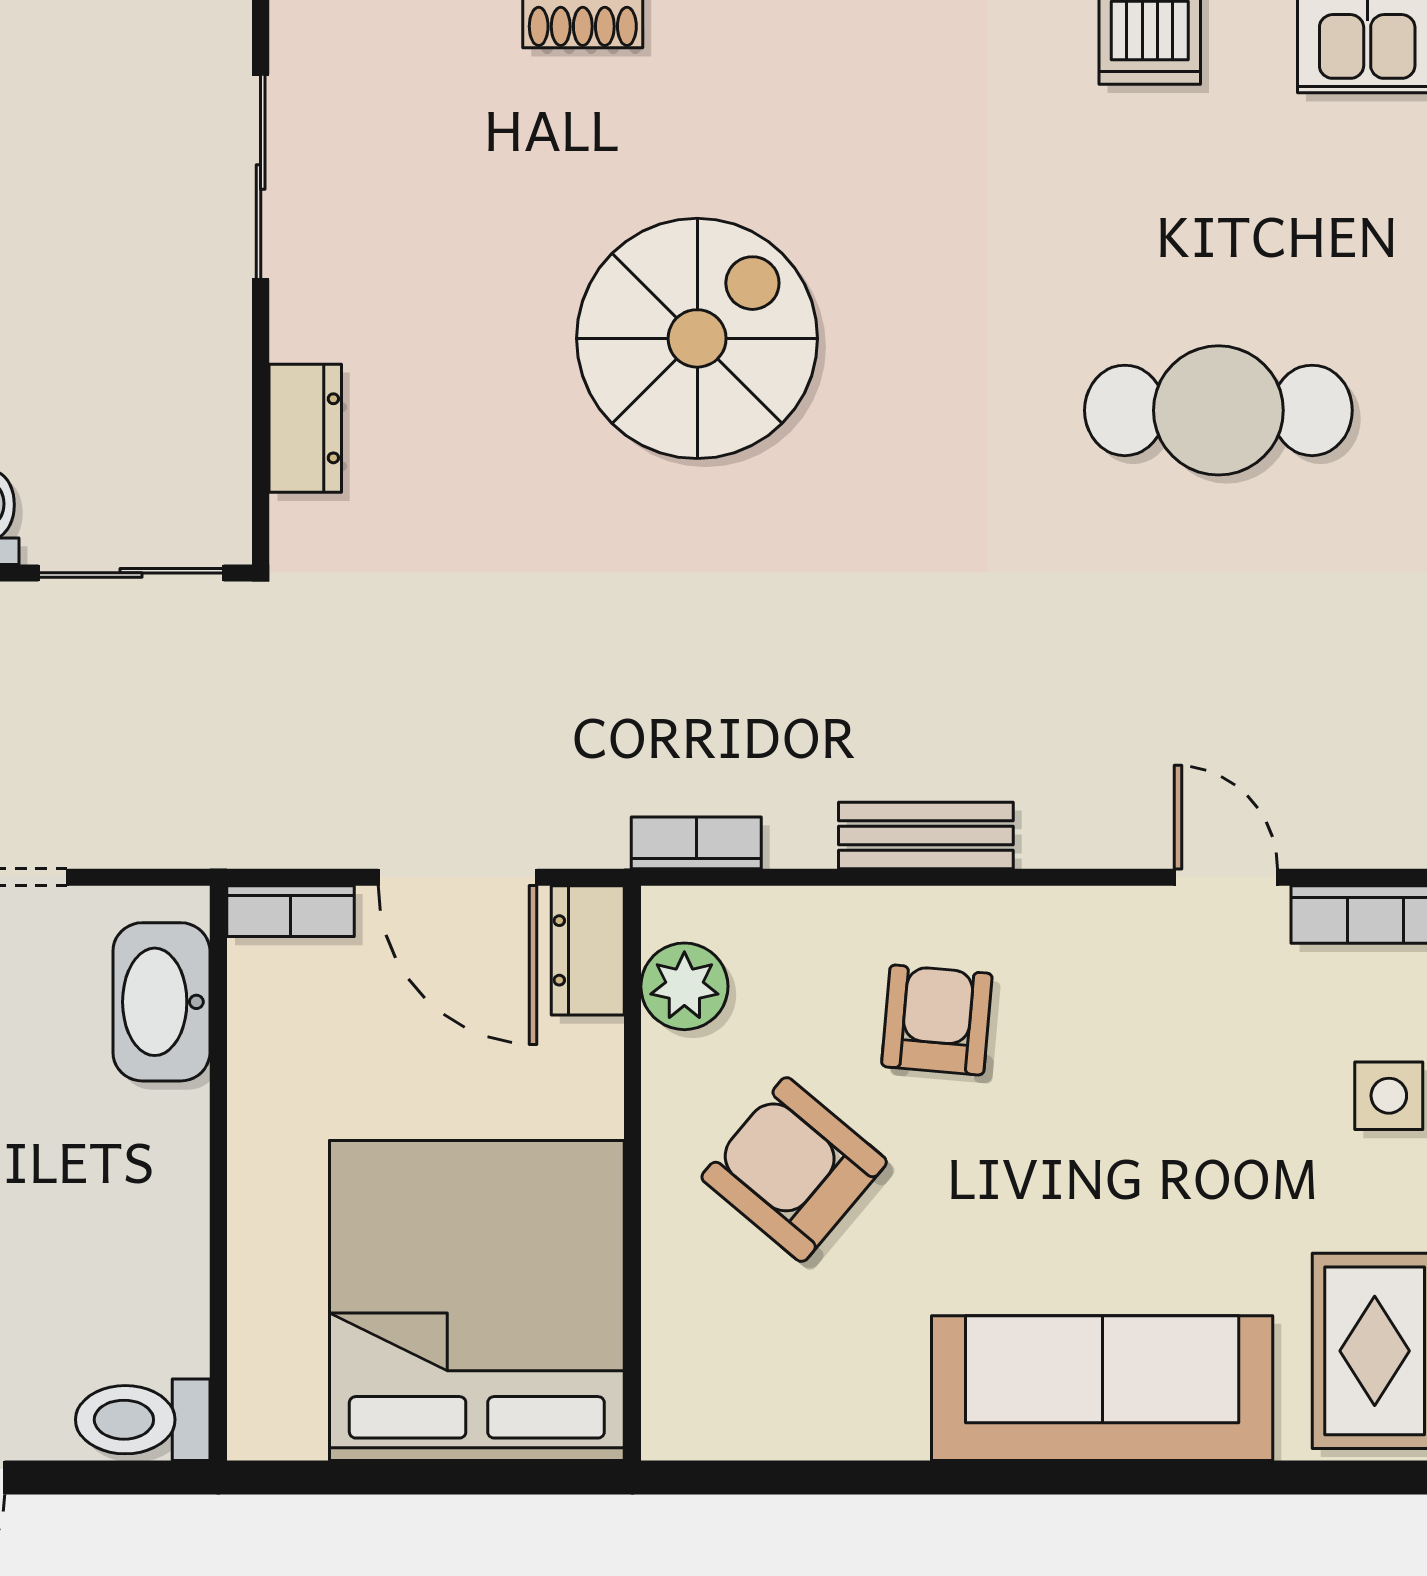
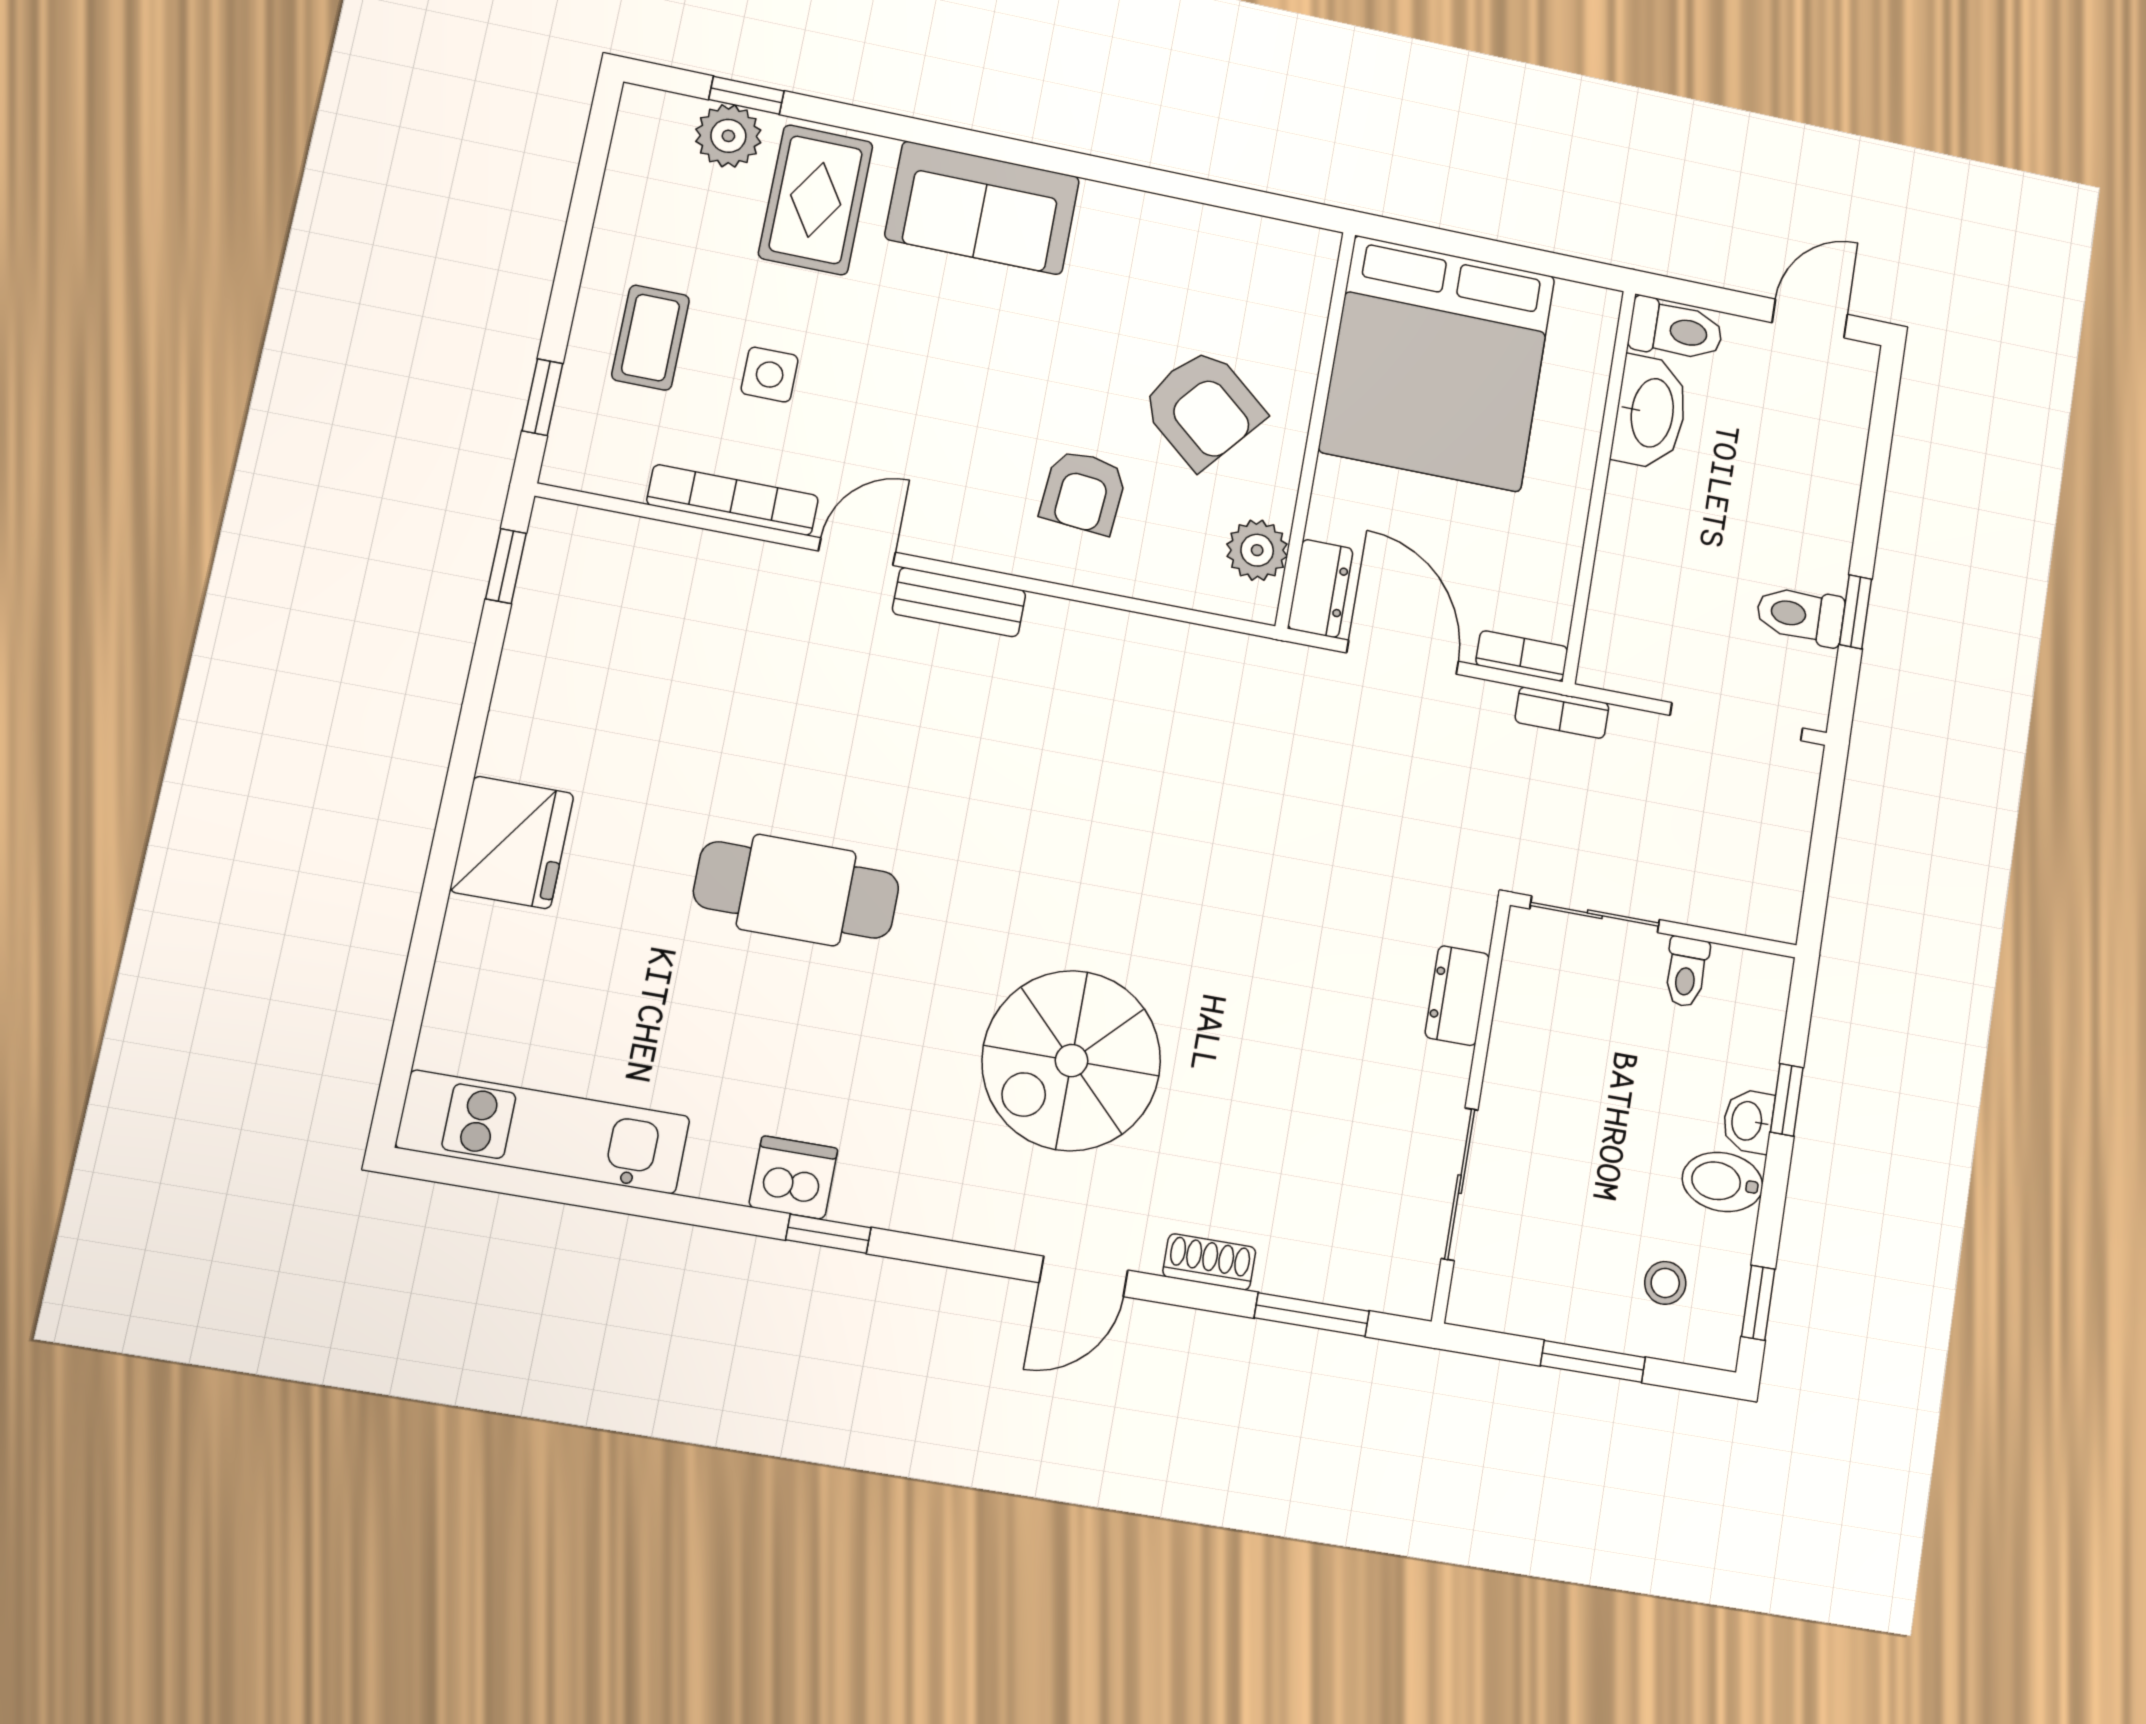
spiral stairs: (697, 338) -> (1071, 1061), moved
bench: (926, 835) -> (959, 602), moved
bookcase: (696, 843) -> (1562, 713), moved
door: (1226, 877) -> (857, 552), swing flipped
washbasin: (161, 1002) -> (1650, 412), moved
sofa: (1102, 1388) -> (982, 208), width x0.73

